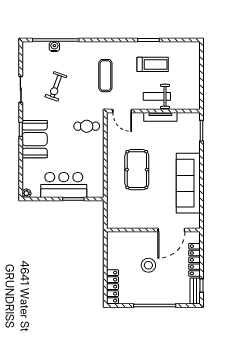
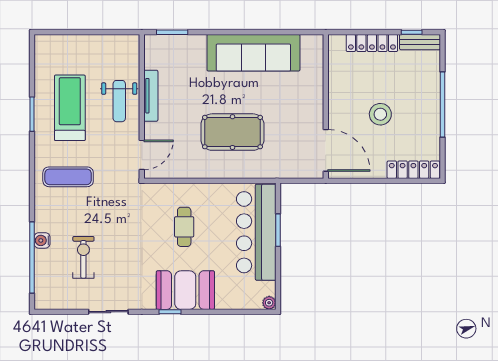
water cooler: (54, 46) -> (42, 240), moved
treadmill: (153, 64) -> (70, 108), width x1.37, depth x1.38
exercise mat: (105, 76) -> (68, 177), moved
exercise bike: (56, 86) -> (83, 257), moved, turned -110
cafe table: (87, 126) -> (184, 227), moved
bar counter: (64, 185) -> (256, 232), width x1.36
door: (171, 230) -> (326, 150), moved

